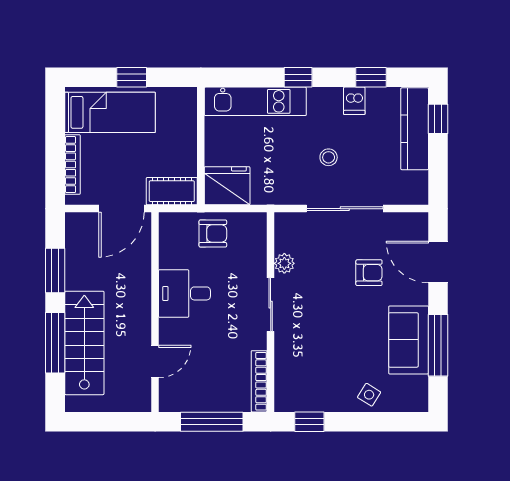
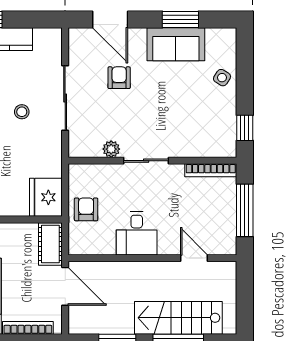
door: (438, 262) -> (110, 20), hinge flipped
window: (438, 345) -> (180, 20), width x0.69

